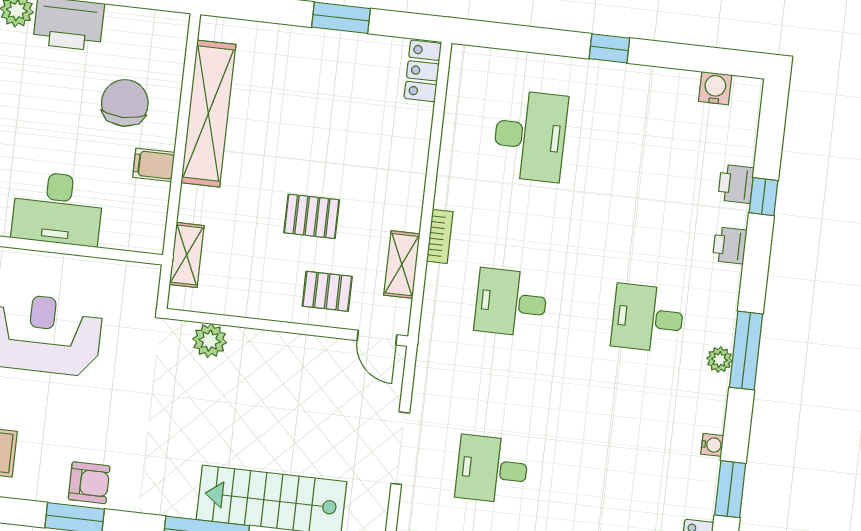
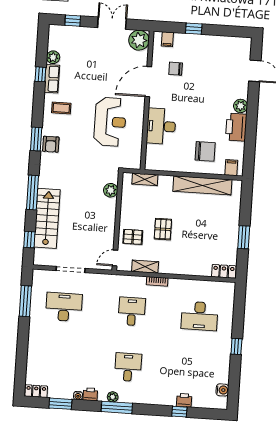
filing cabinet: (154, 165) -> (231, 168), moved
printer: (730, 245) -> (90, 394), moved
pallet: (327, 291) -> (133, 237), turned 90
desk: (492, 469) -> (64, 307), width x1.37

